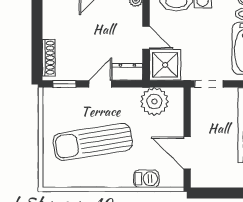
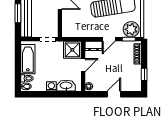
window: (37, 21) -> (144, 74), added
door: (146, 38) -> (83, 65), swing flipped
plant: (154, 101) -> (131, 29), moved

